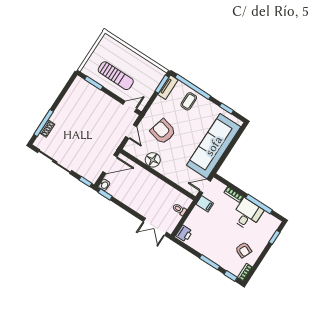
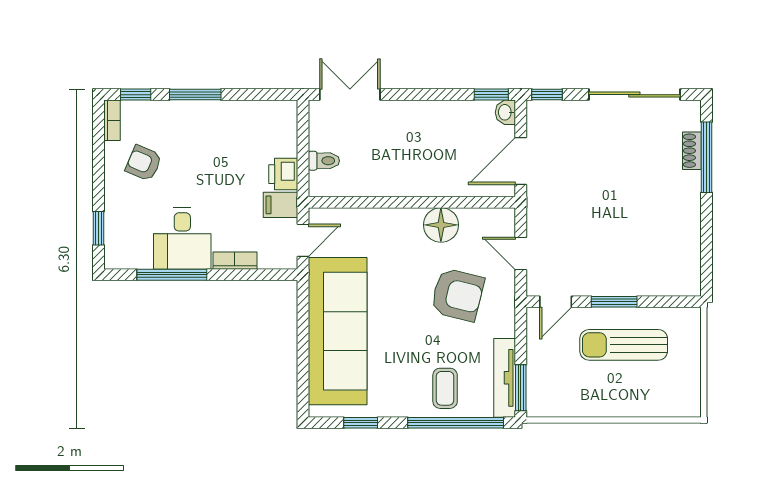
window: (94, 83) -> (614, 302), moved
tv unit: (168, 87) -> (505, 378), width x1.41
printer: (184, 233) -> (283, 174), moved

